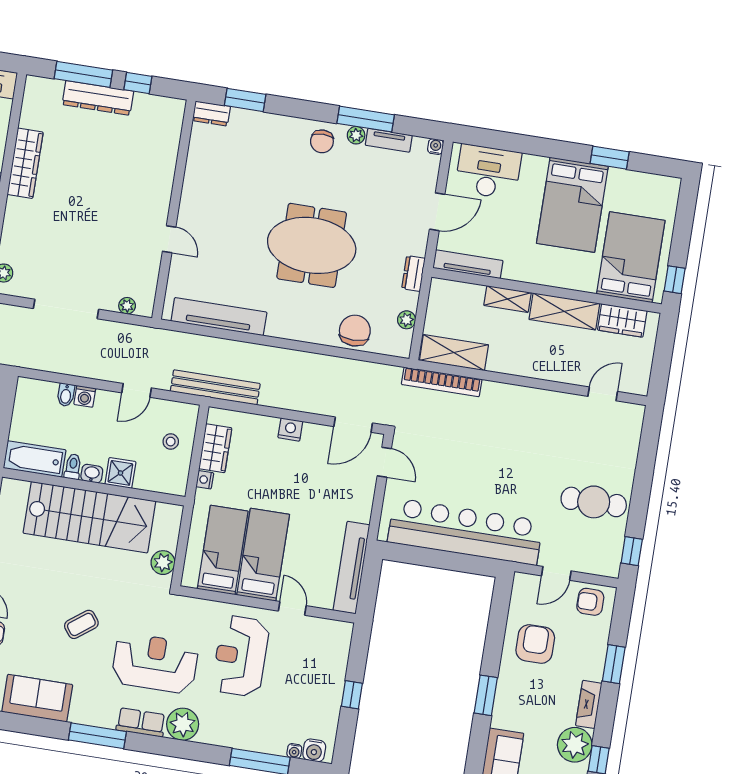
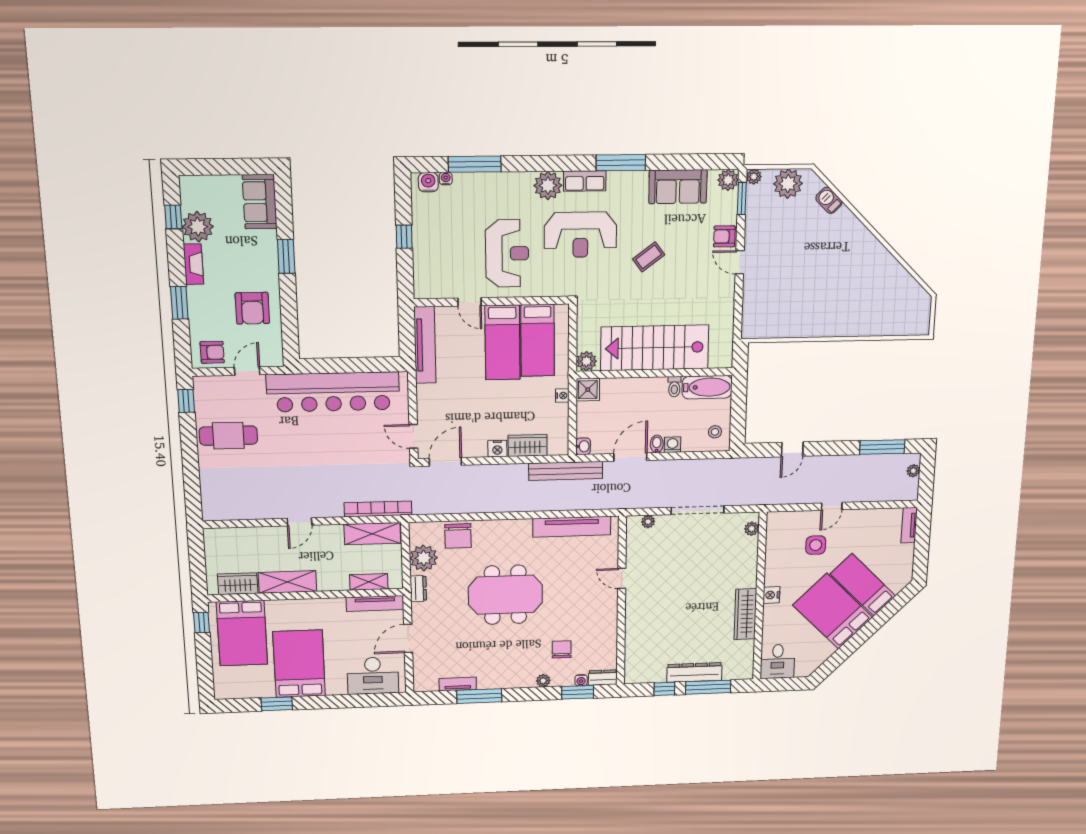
plant: (356, 135) -> (543, 681), moved
chair: (322, 141) -> (562, 649), moved
water cooler: (435, 147) -> (581, 680), moved
shelving: (508, 299) -> (369, 582), moved
plant: (407, 320) -> (424, 558), width x1.87, depth x1.87
door: (137, 390) -> (630, 457), width x1.38
door: (603, 394) -> (300, 522), moved
bidet: (66, 395) -> (657, 444), moved
stool: (171, 442) -> (715, 432), moved
wardrobe: (215, 448) -> (528, 445), moved, turned 90
shower: (120, 473) -> (588, 390), moved
washbasin: (92, 474) -> (583, 446), moved, turned -90
plant: (163, 563) -> (586, 361), moved

